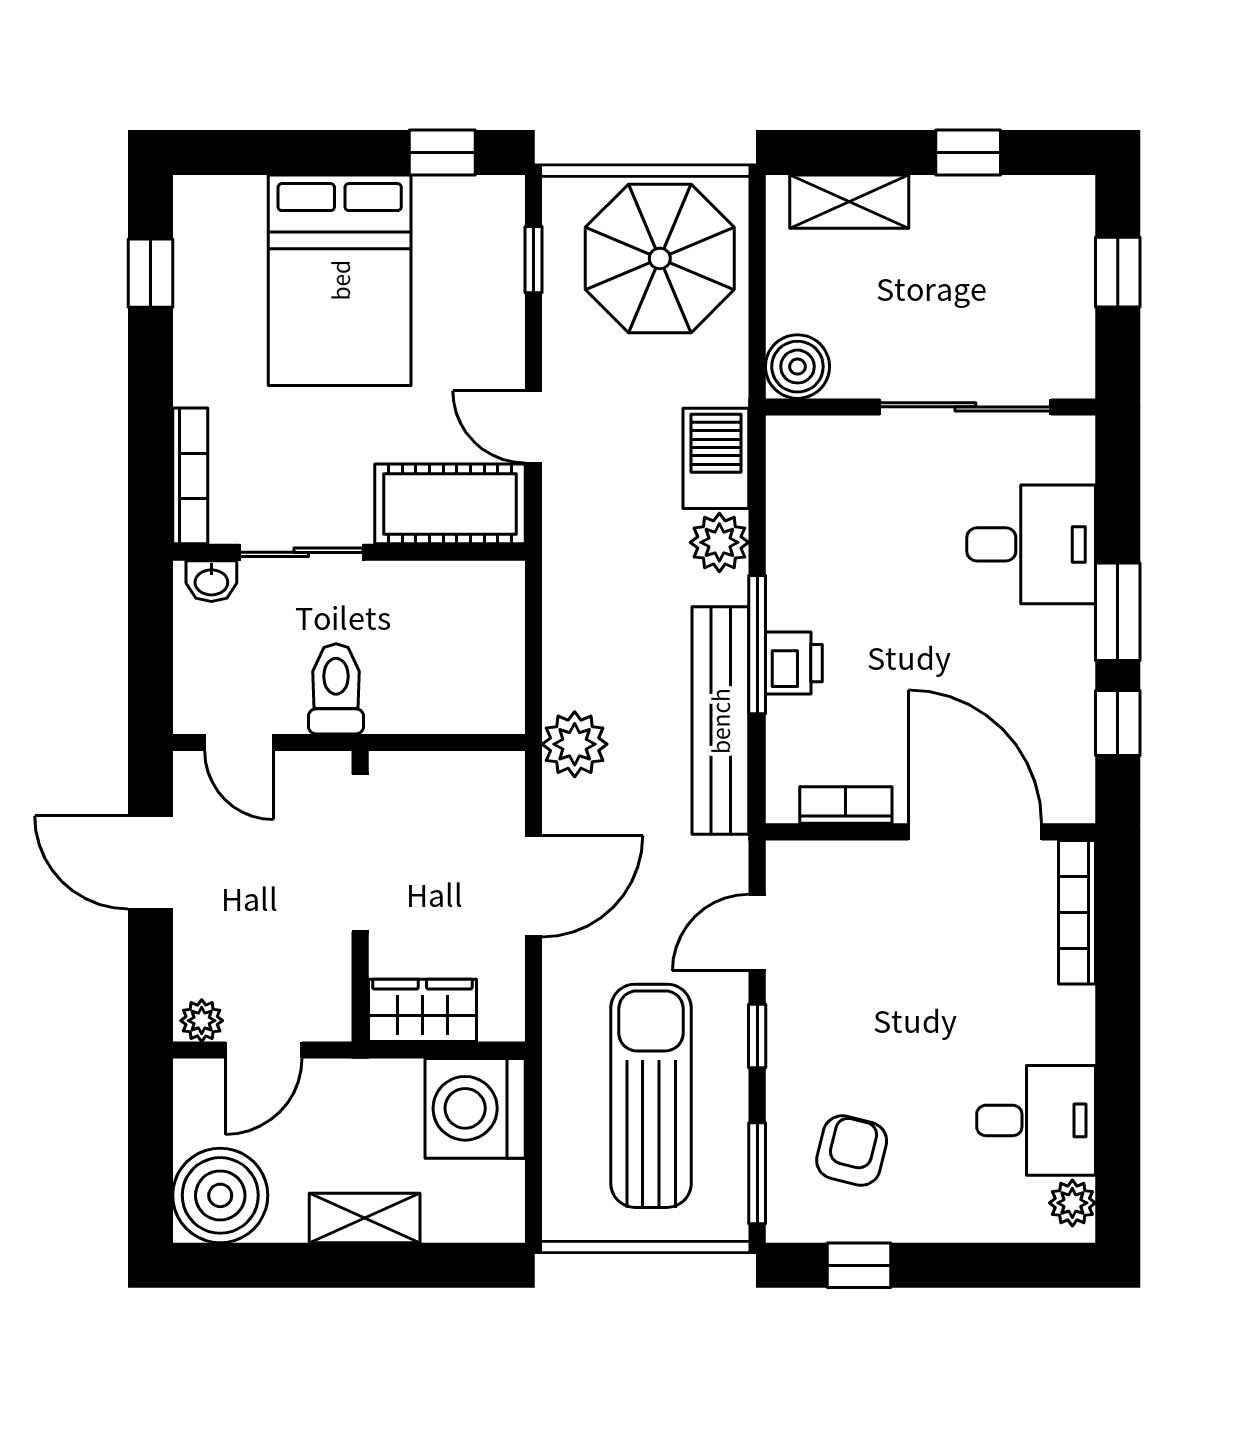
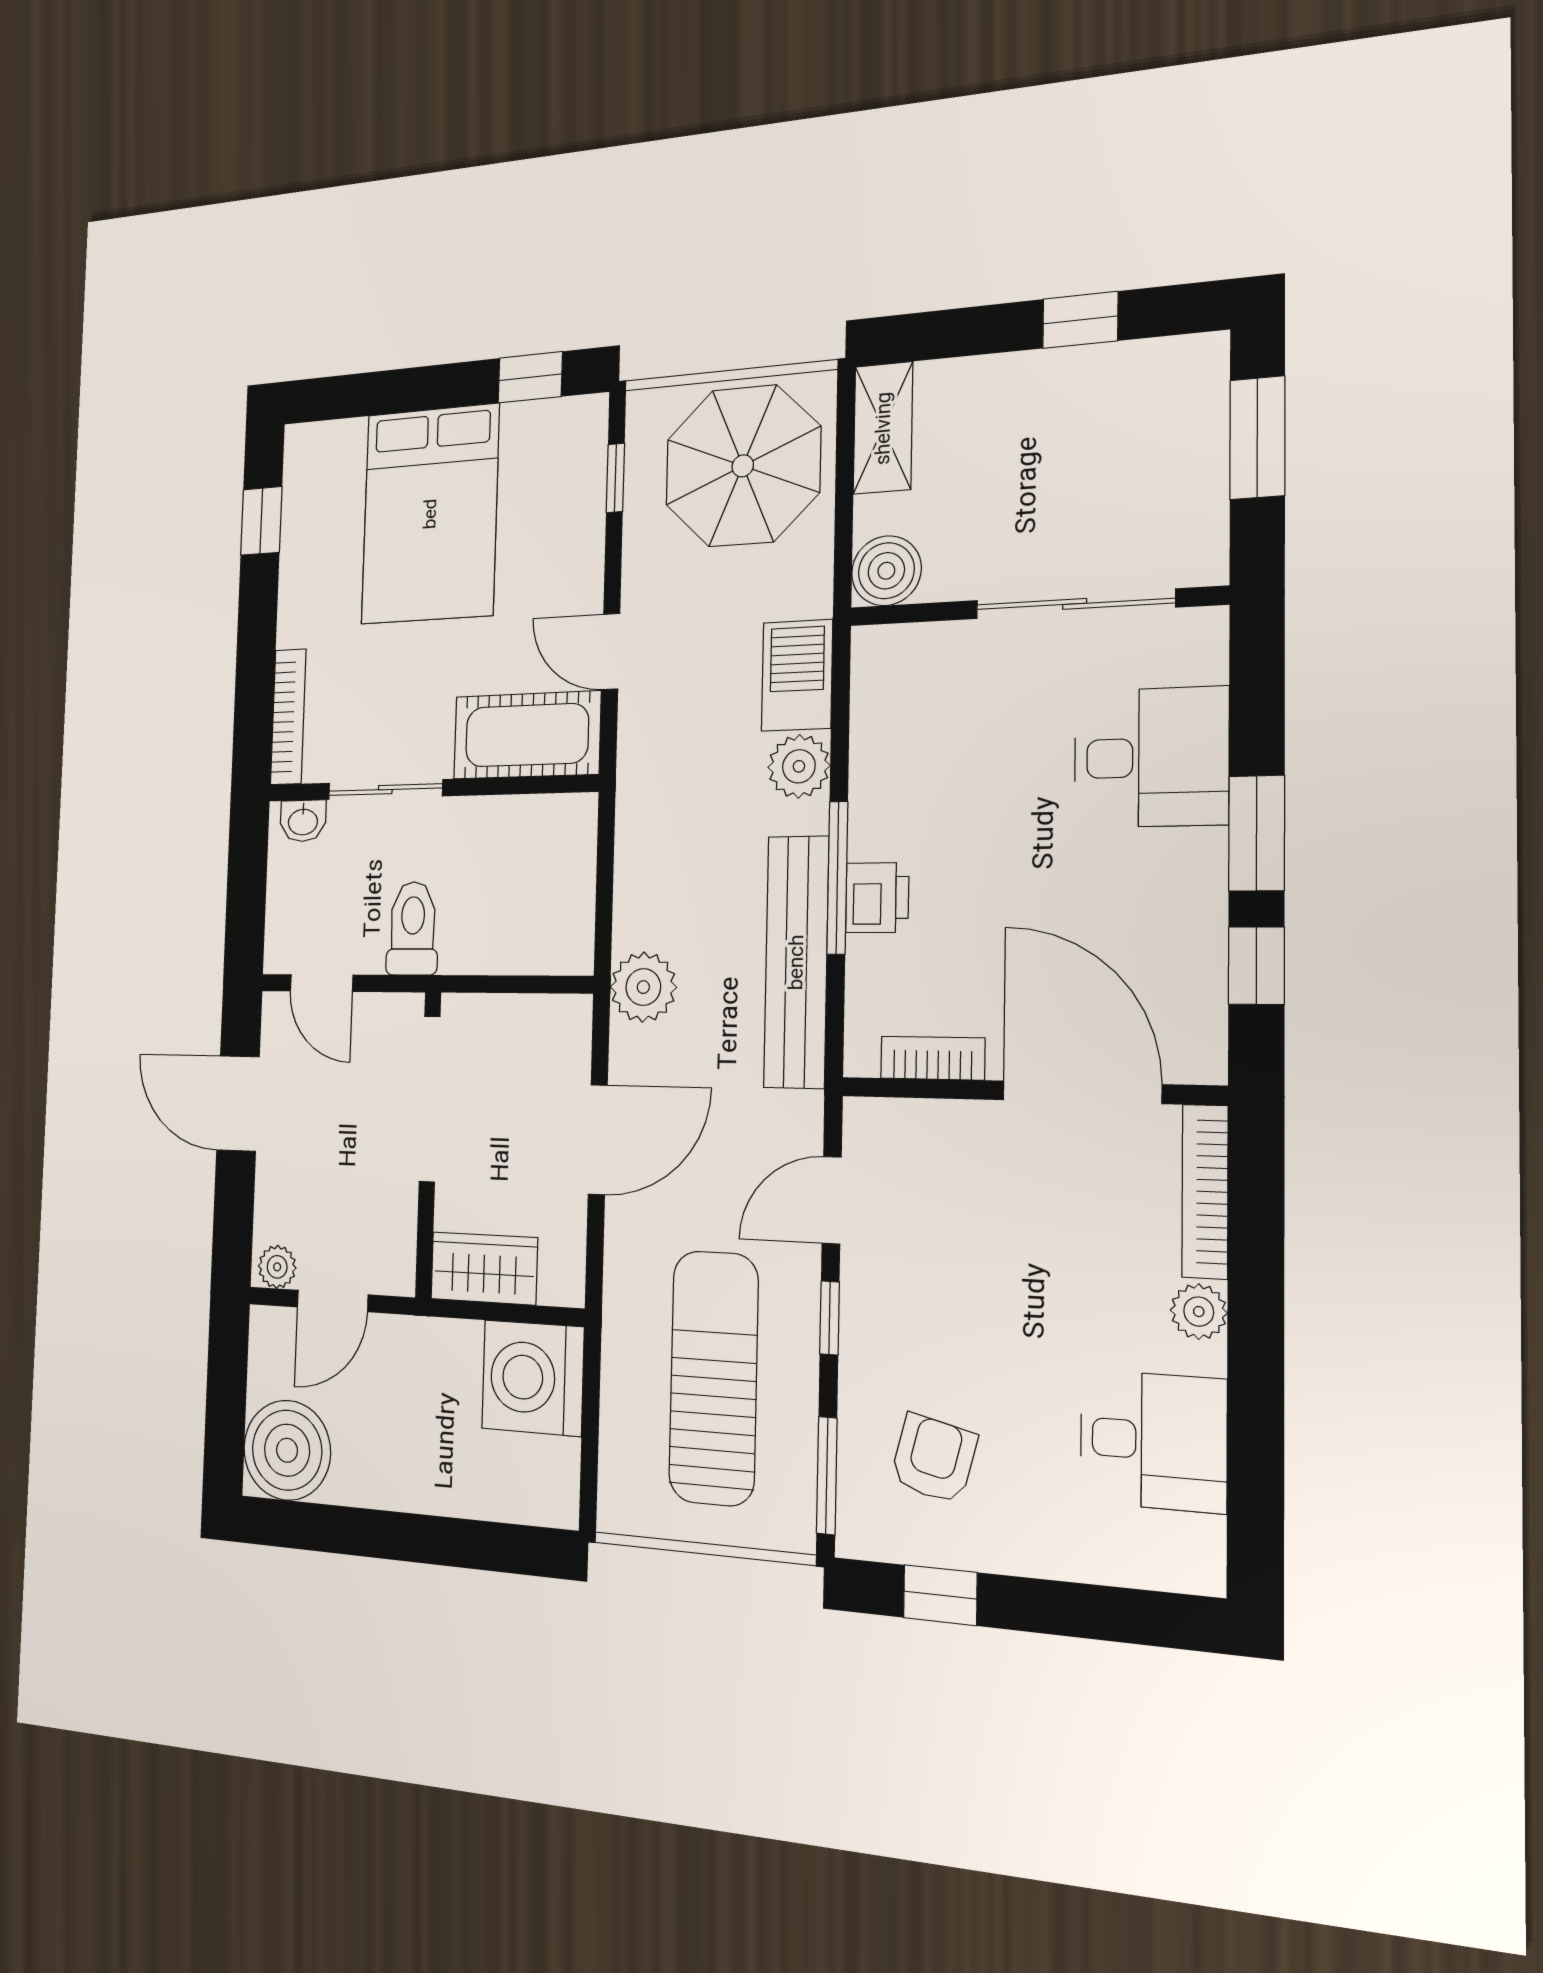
shelving: (849, 202) -> (883, 428), moved, turned 90
window: (1118, 272) -> (1257, 438), width x1.50
plant: (1072, 1203) -> (1199, 1312), moved
shelving: (365, 1218) -> (421, 1487), removed

